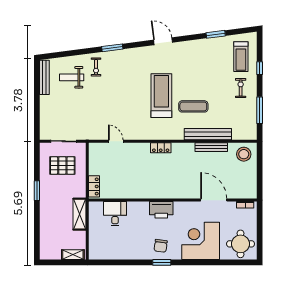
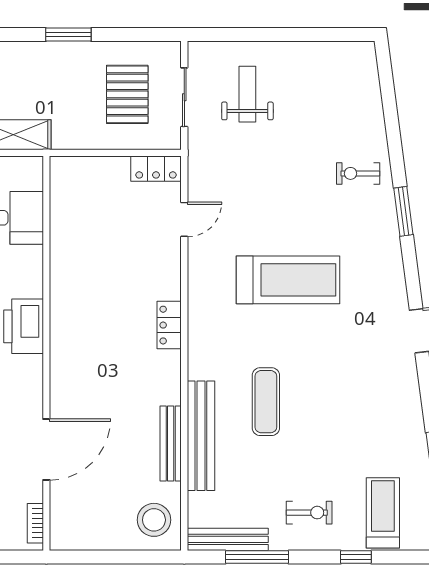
treadmill: (241, 57) -> (383, 513), turned 90
bench: (44, 77) -> (228, 539), moved
weight bench: (72, 77) -> (247, 94), moved
treadmill: (161, 96) -> (288, 280), moved
locker: (94, 186) -> (156, 169), moved

